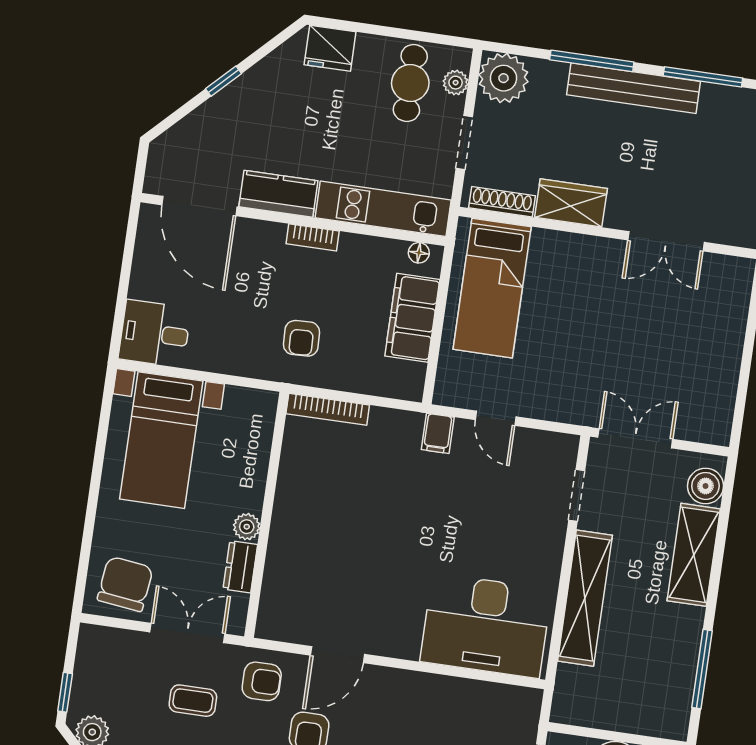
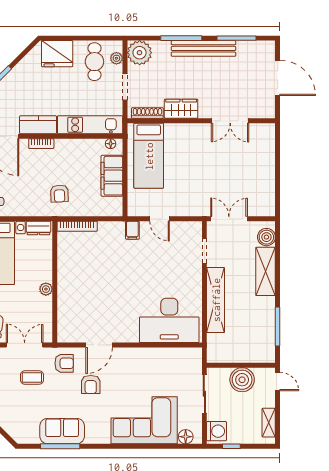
fridge: (330, 48) -> (57, 54), width x1.36, depth x1.34
bookcase: (313, 237) -> (41, 144), moved
dresser: (240, 567) -> (39, 228), moved, turned -90

